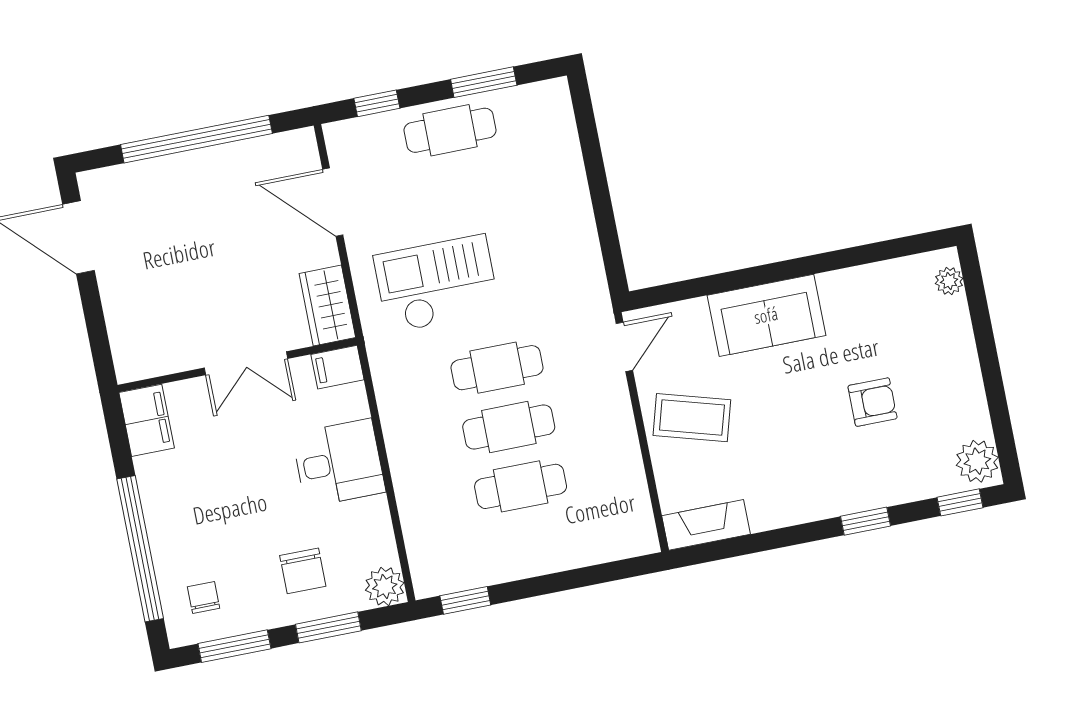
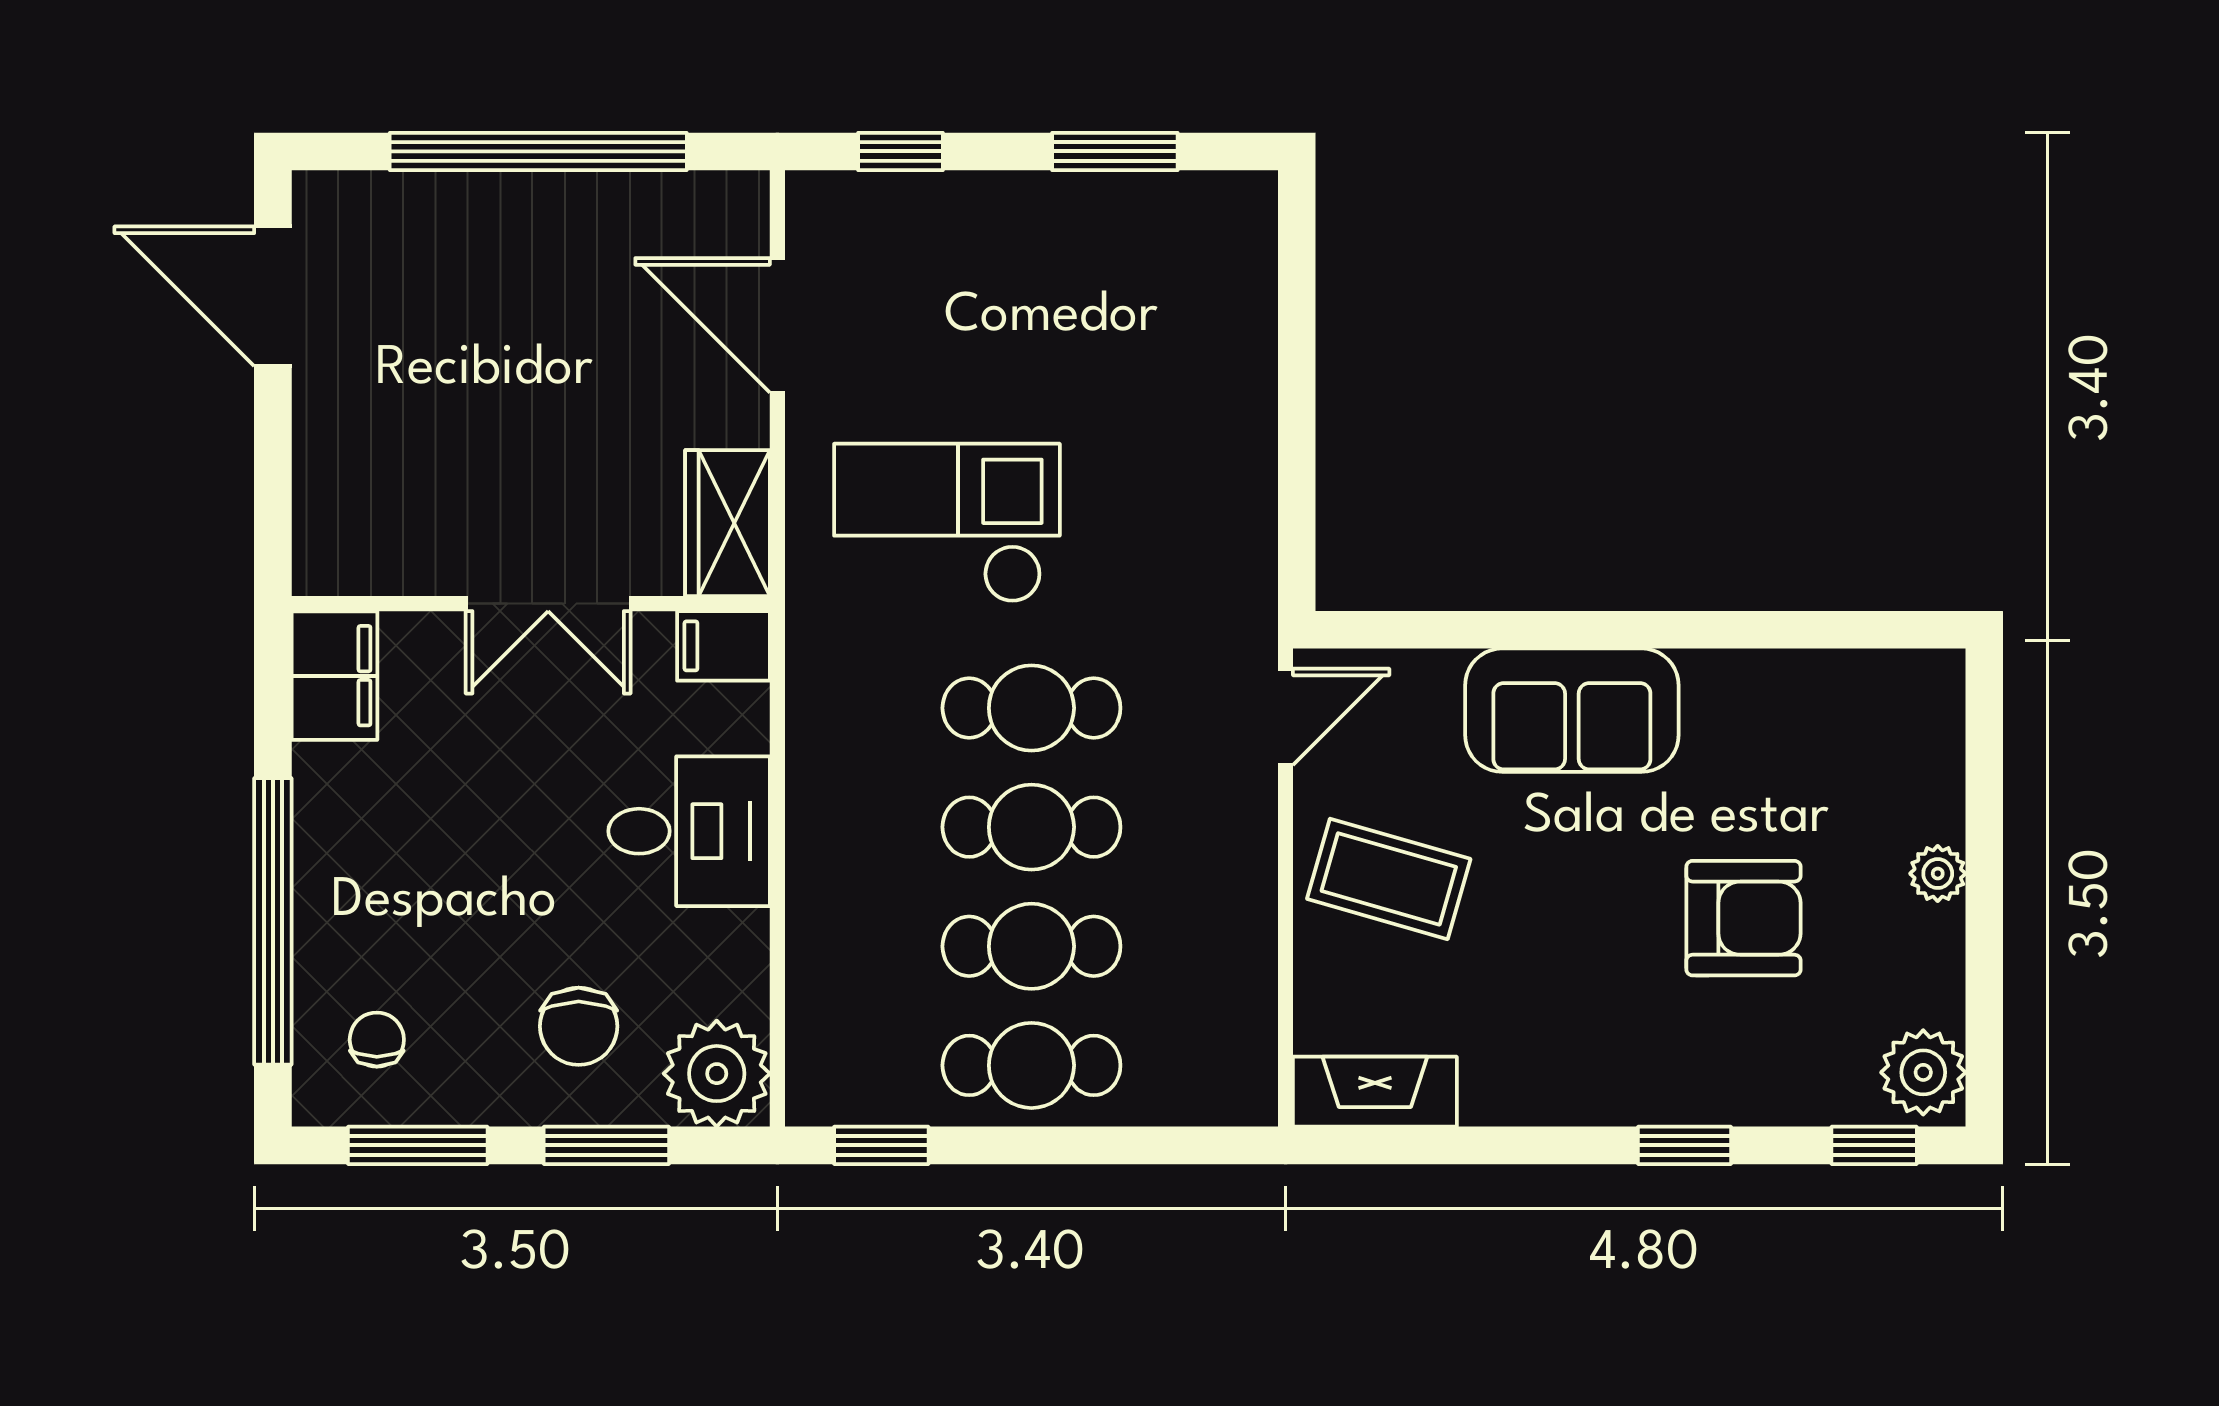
cafe table: (450, 130) -> (1031, 1065), moved
plant: (949, 281) -> (1938, 874), moved
armchair: (872, 402) -> (1743, 918), width x1.38, depth x1.38
plant: (385, 586) -> (717, 1074), width x1.36, depth x1.36

